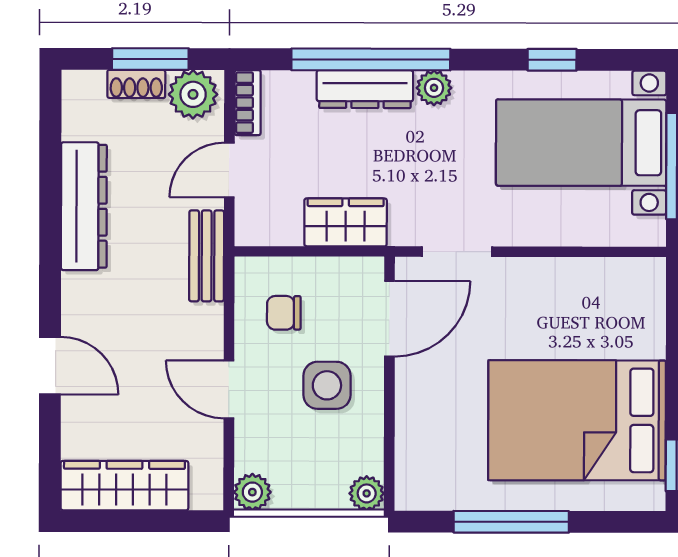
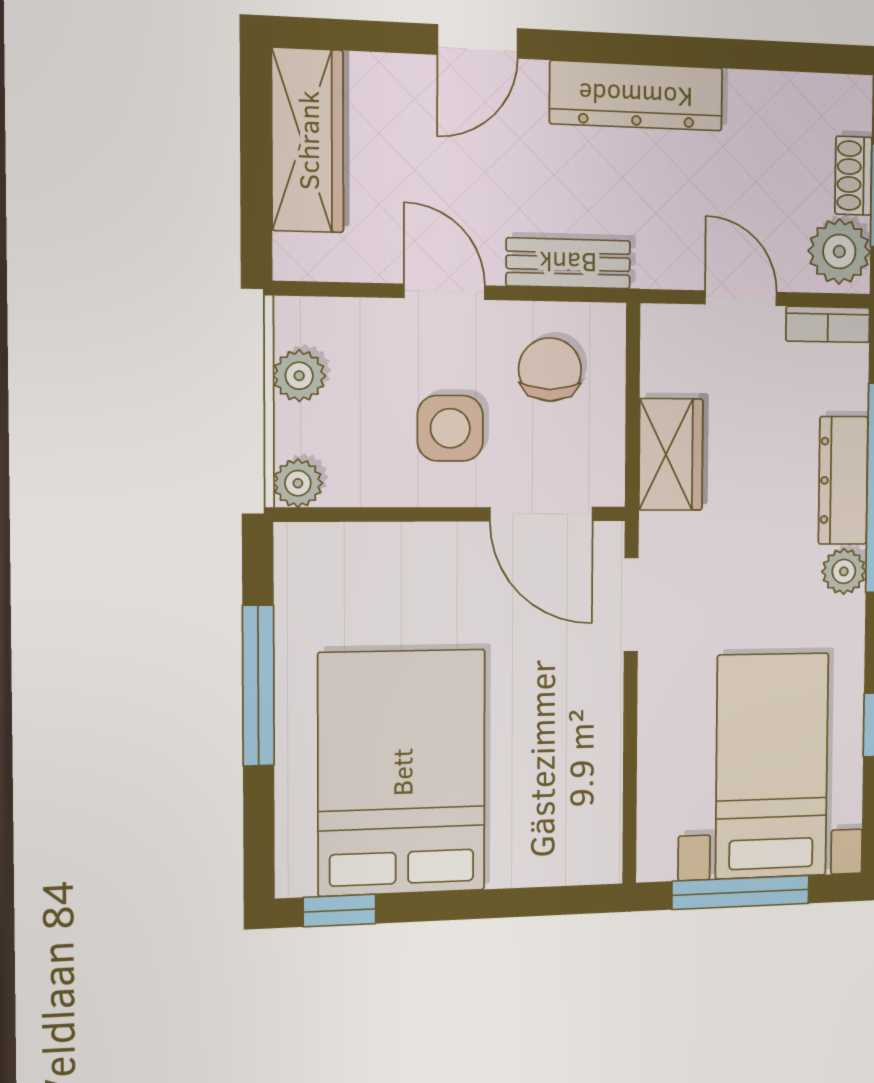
dresser: (84, 206) -> (636, 96), moved
bench: (207, 256) -> (568, 263), moved
chair: (284, 313) -> (550, 370), width x1.37, depth x1.37
door: (229, 389) -> (445, 292), hinge flipped
plant: (252, 492) -> (299, 376), moved

